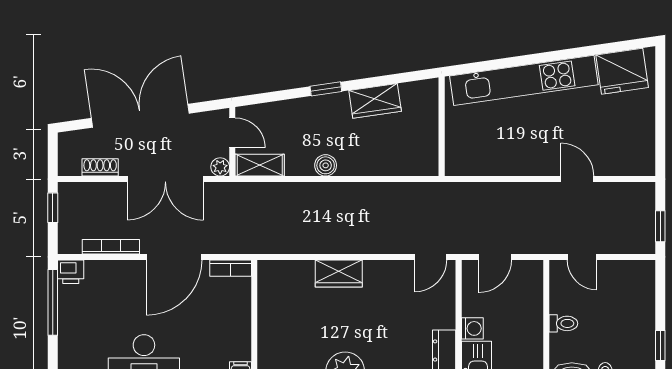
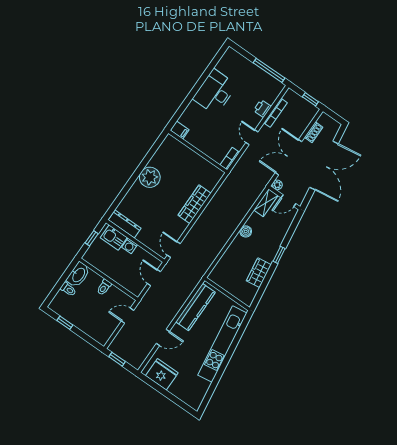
fridge: (622, 71) -> (162, 374), moved, turned 98
kitchen counter: (496, 161) -> (196, 307), added
door: (174, 257) -> (252, 137), width x0.53
printer: (71, 272) -> (262, 108), moved
wardrobe: (339, 273) -> (194, 204), width x1.50

